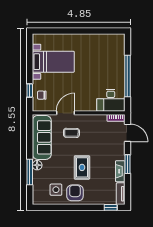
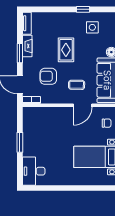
window: (127, 76) -> (20, 142), width x0.47
desk: (111, 100) -> (34, 171), moved, turned -90
armchair: (75, 193) -> (48, 76), moved, turned 90
window: (111, 207) -> (83, 9), moved

